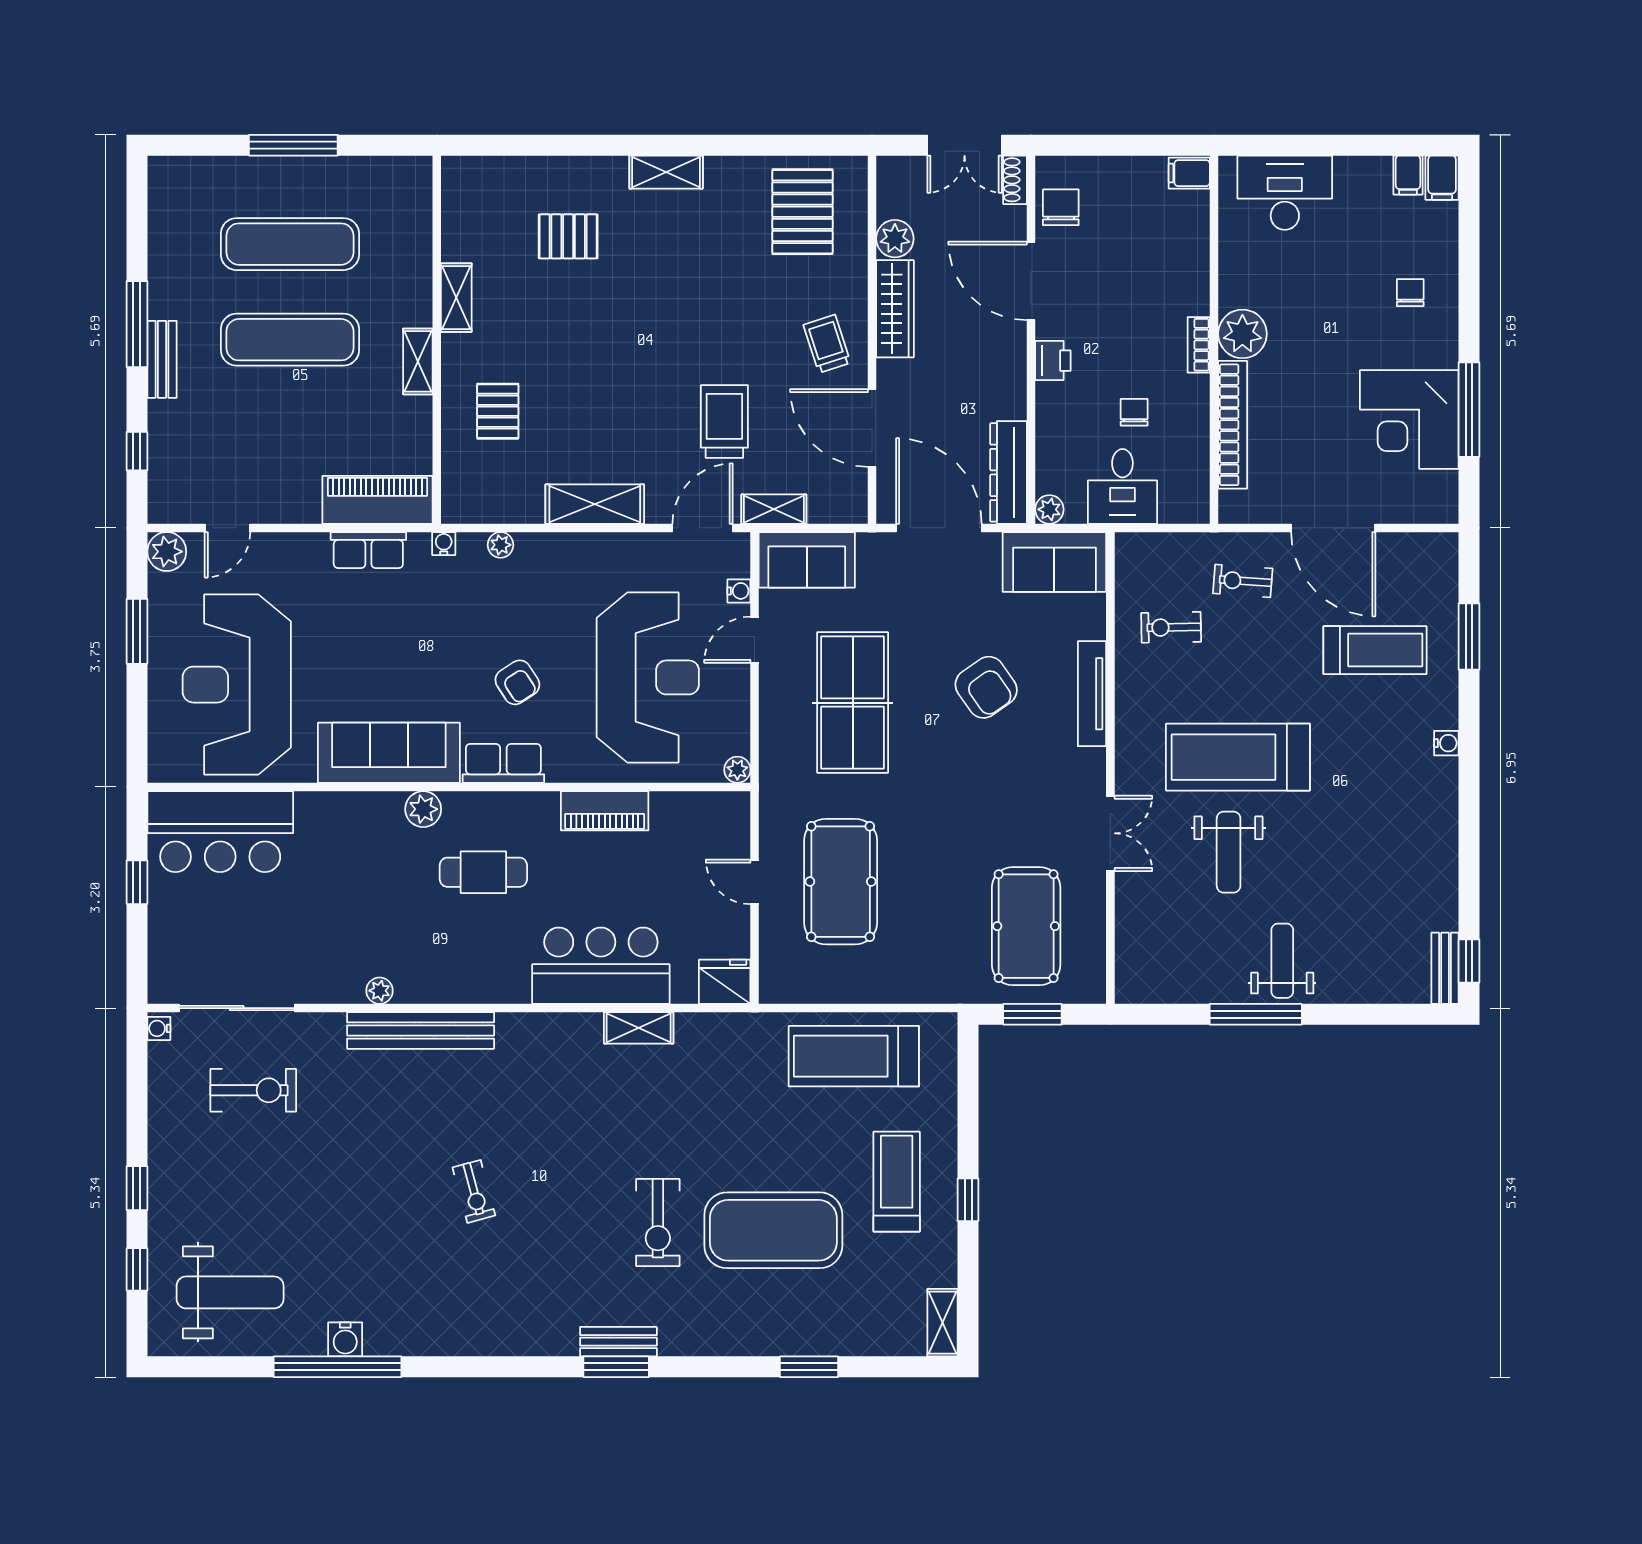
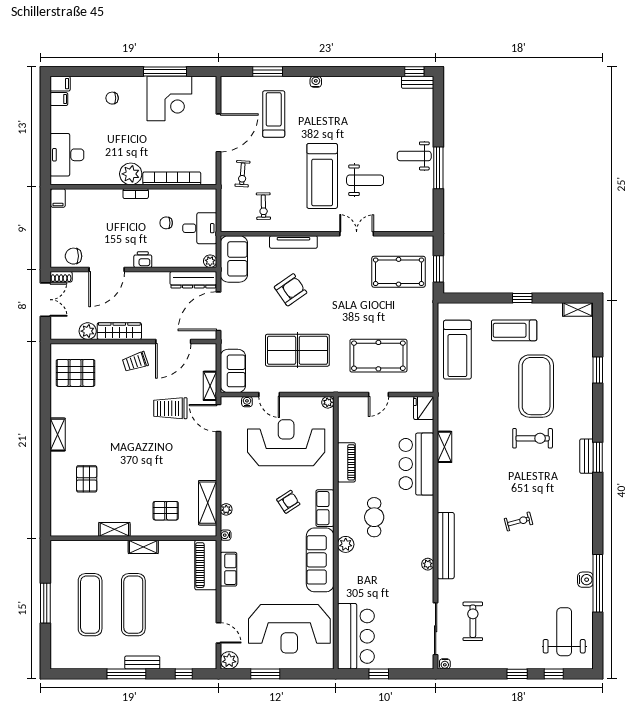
shelving: (595, 504) -> (208, 503), moved

